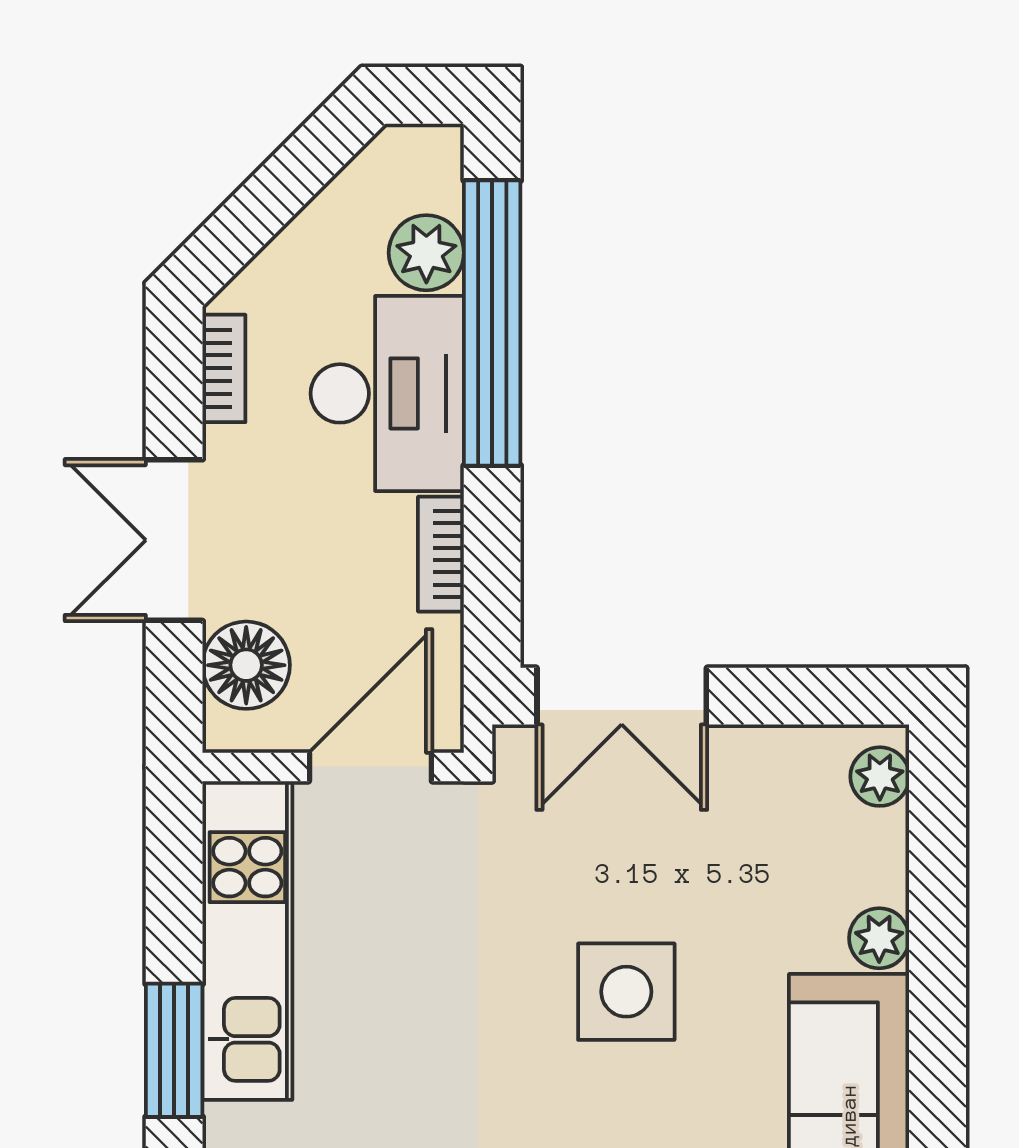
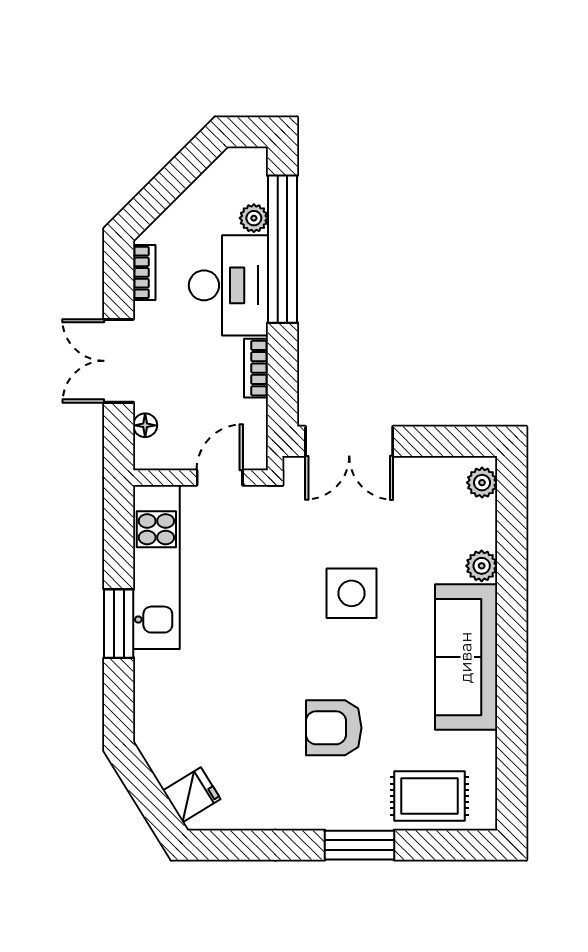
plant: (426, 253) -> (254, 218), width x0.73, depth x0.73
floor lamp: (246, 665) -> (145, 425), width x0.53, depth x0.53
door: (370, 767) -> (220, 478), width x0.73

